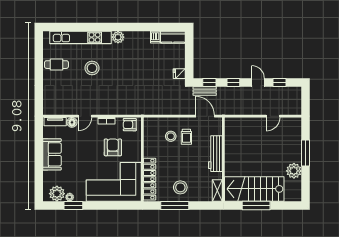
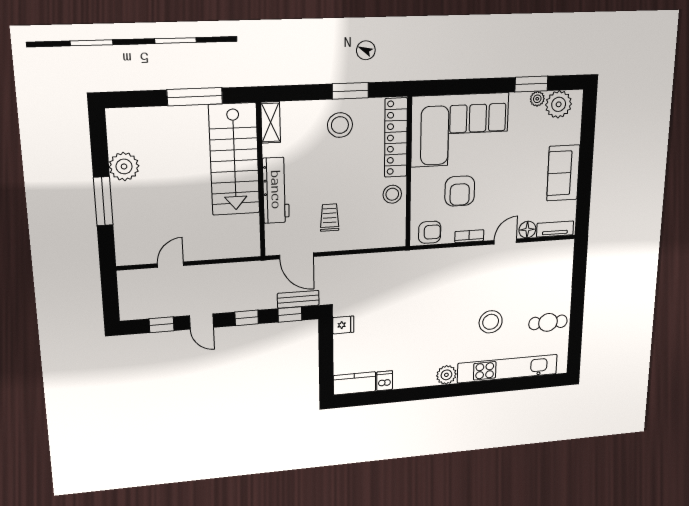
stool: (171, 136) -> (392, 194), moved
stairs: (254, 189) -> (234, 159), moved, turned 90
window: (175, 205) -> (350, 91), width x0.69

